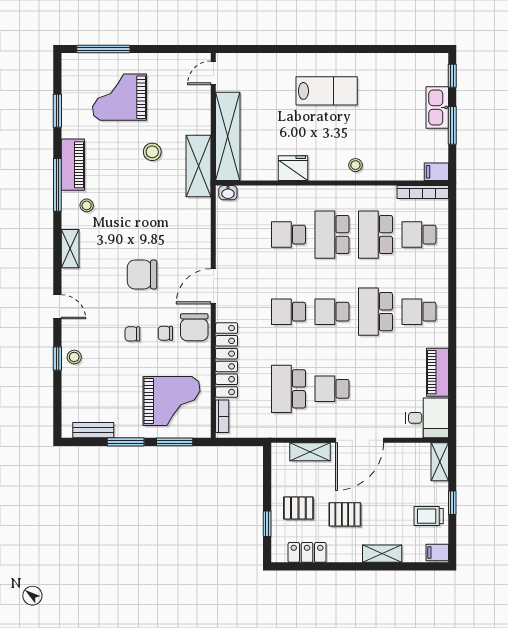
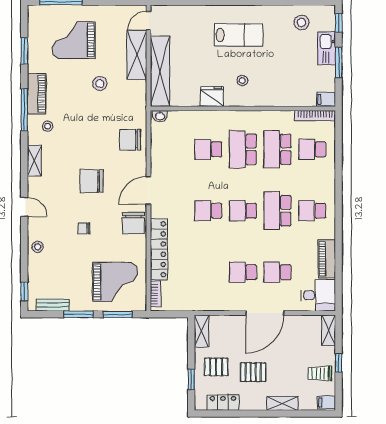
stool: (406, 75) -> (302, 22), added
stool: (355, 165) -> (242, 81), moved
shelving: (199, 166) -> (137, 55), moved
chair: (165, 333) -> (130, 140), moved, width x1.87, depth x1.87
window: (57, 359) -> (24, 291), moved
school desk: (289, 389) -> (277, 272), moved, width x0.54
shelving: (310, 452) -> (202, 331), moved, turned 90

